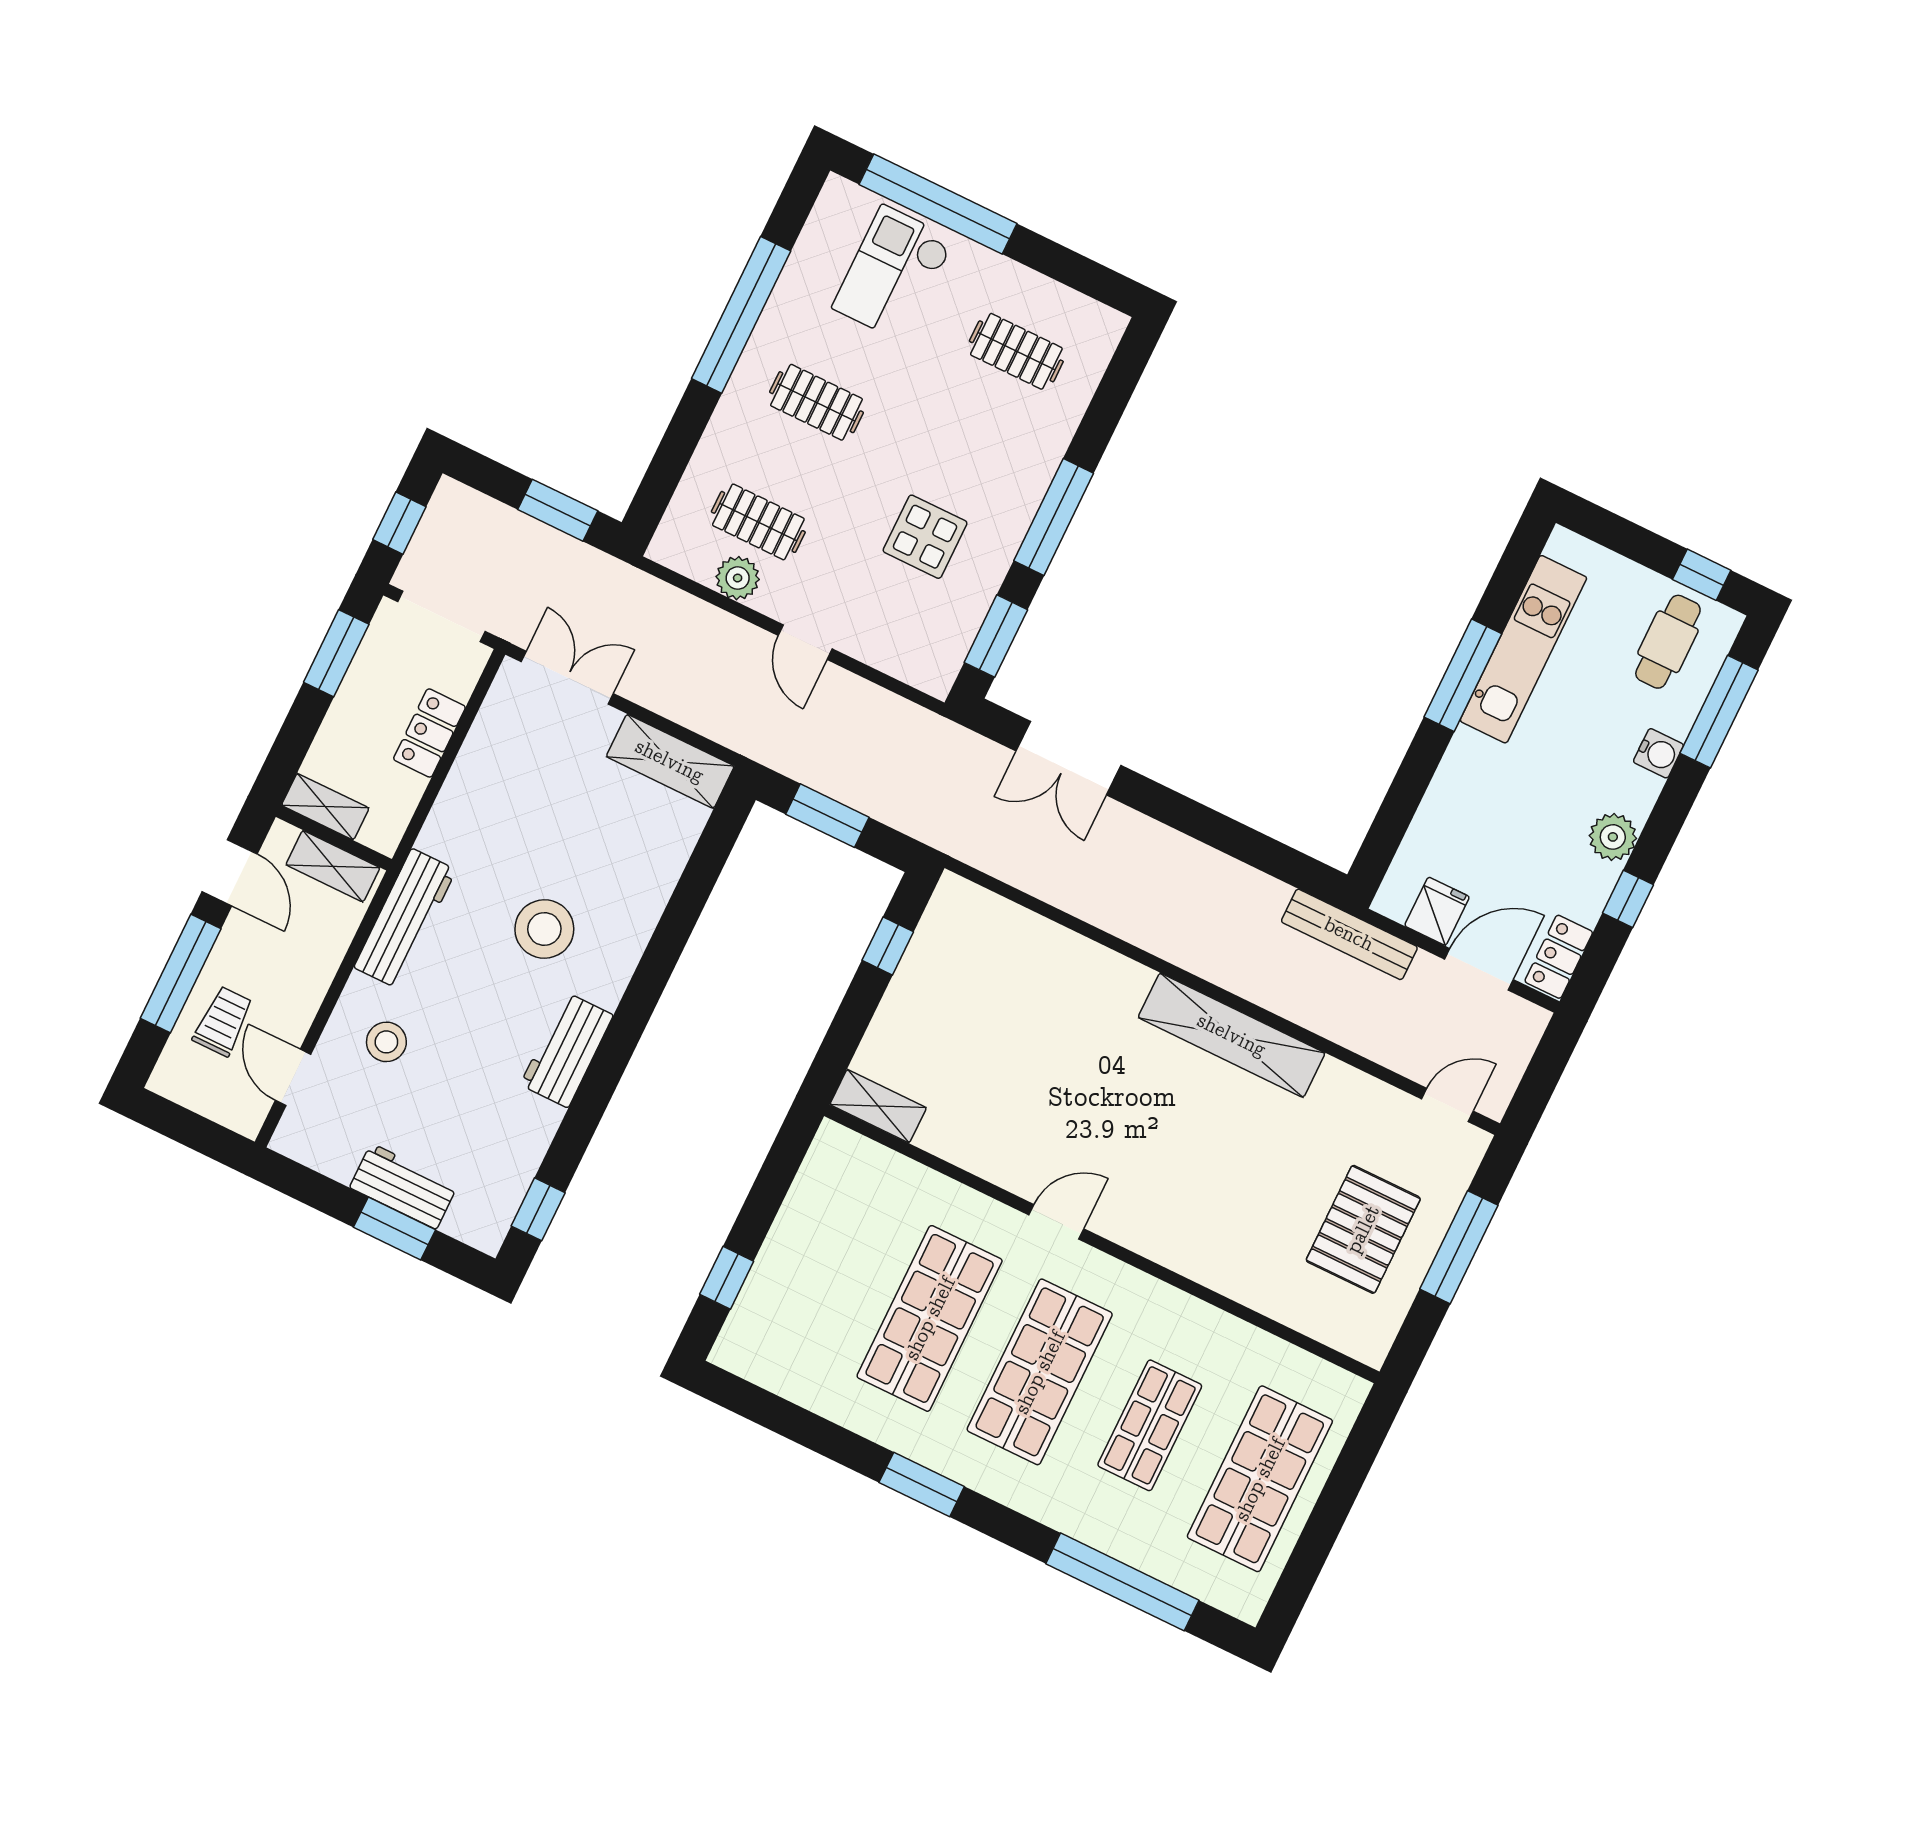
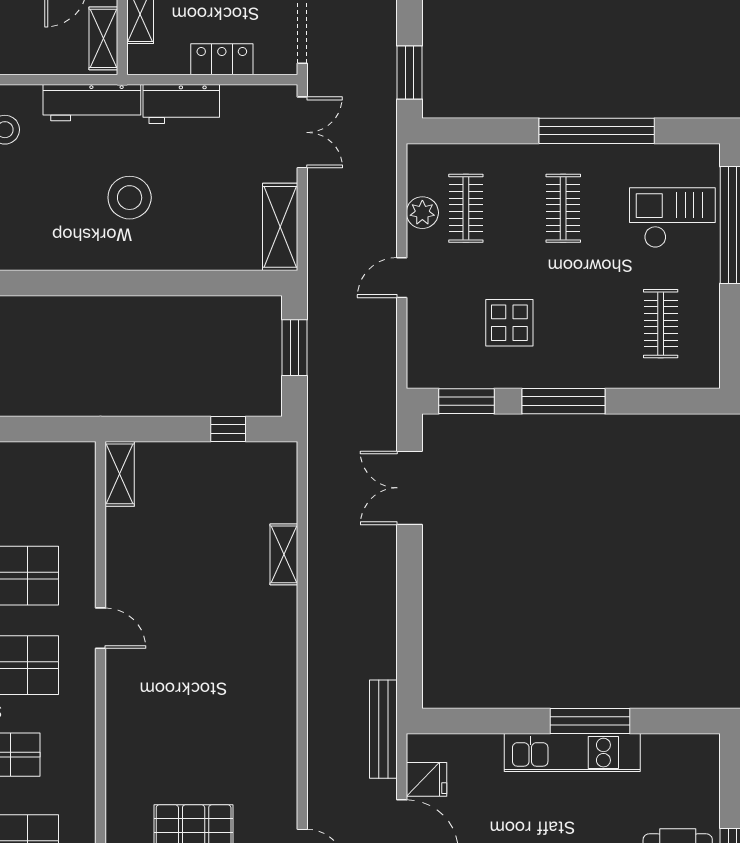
kitchen unit: (1523, 649) -> (572, 753), moved
shelving: (1232, 1035) -> (284, 554), moved, width x0.45, depth x0.75
workbench: (567, 1050) -> (181, 104), moved, turned 180

